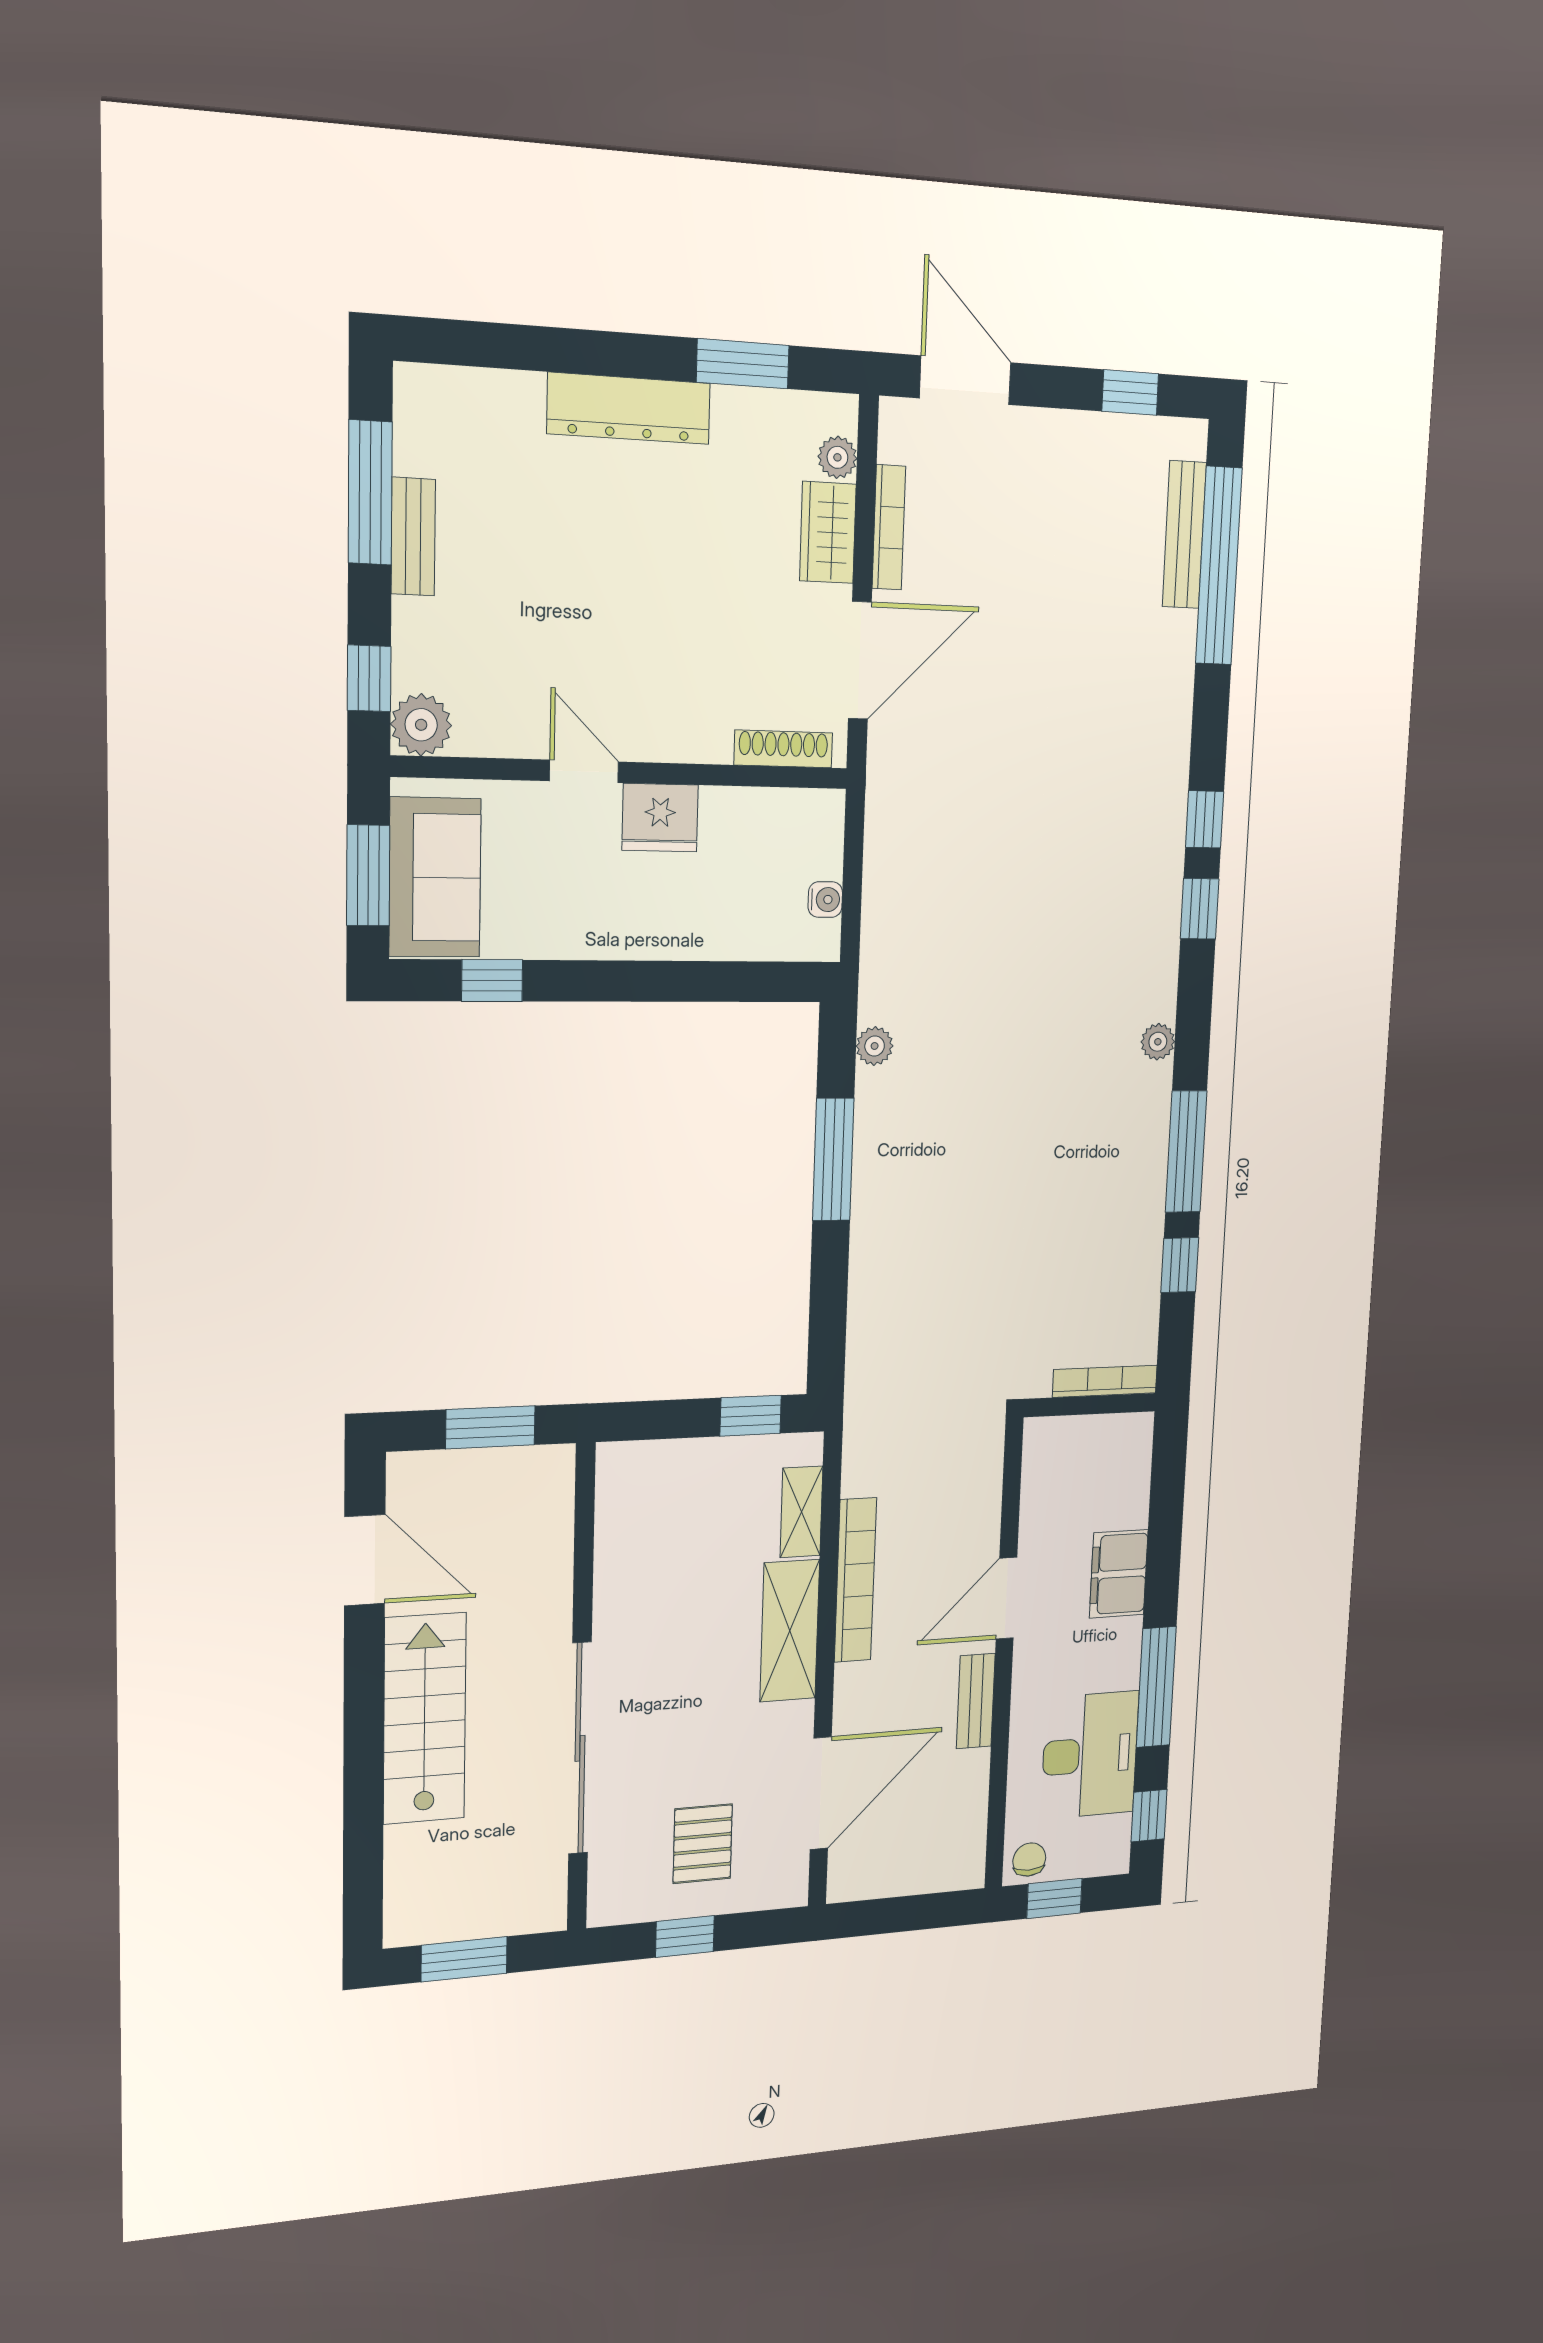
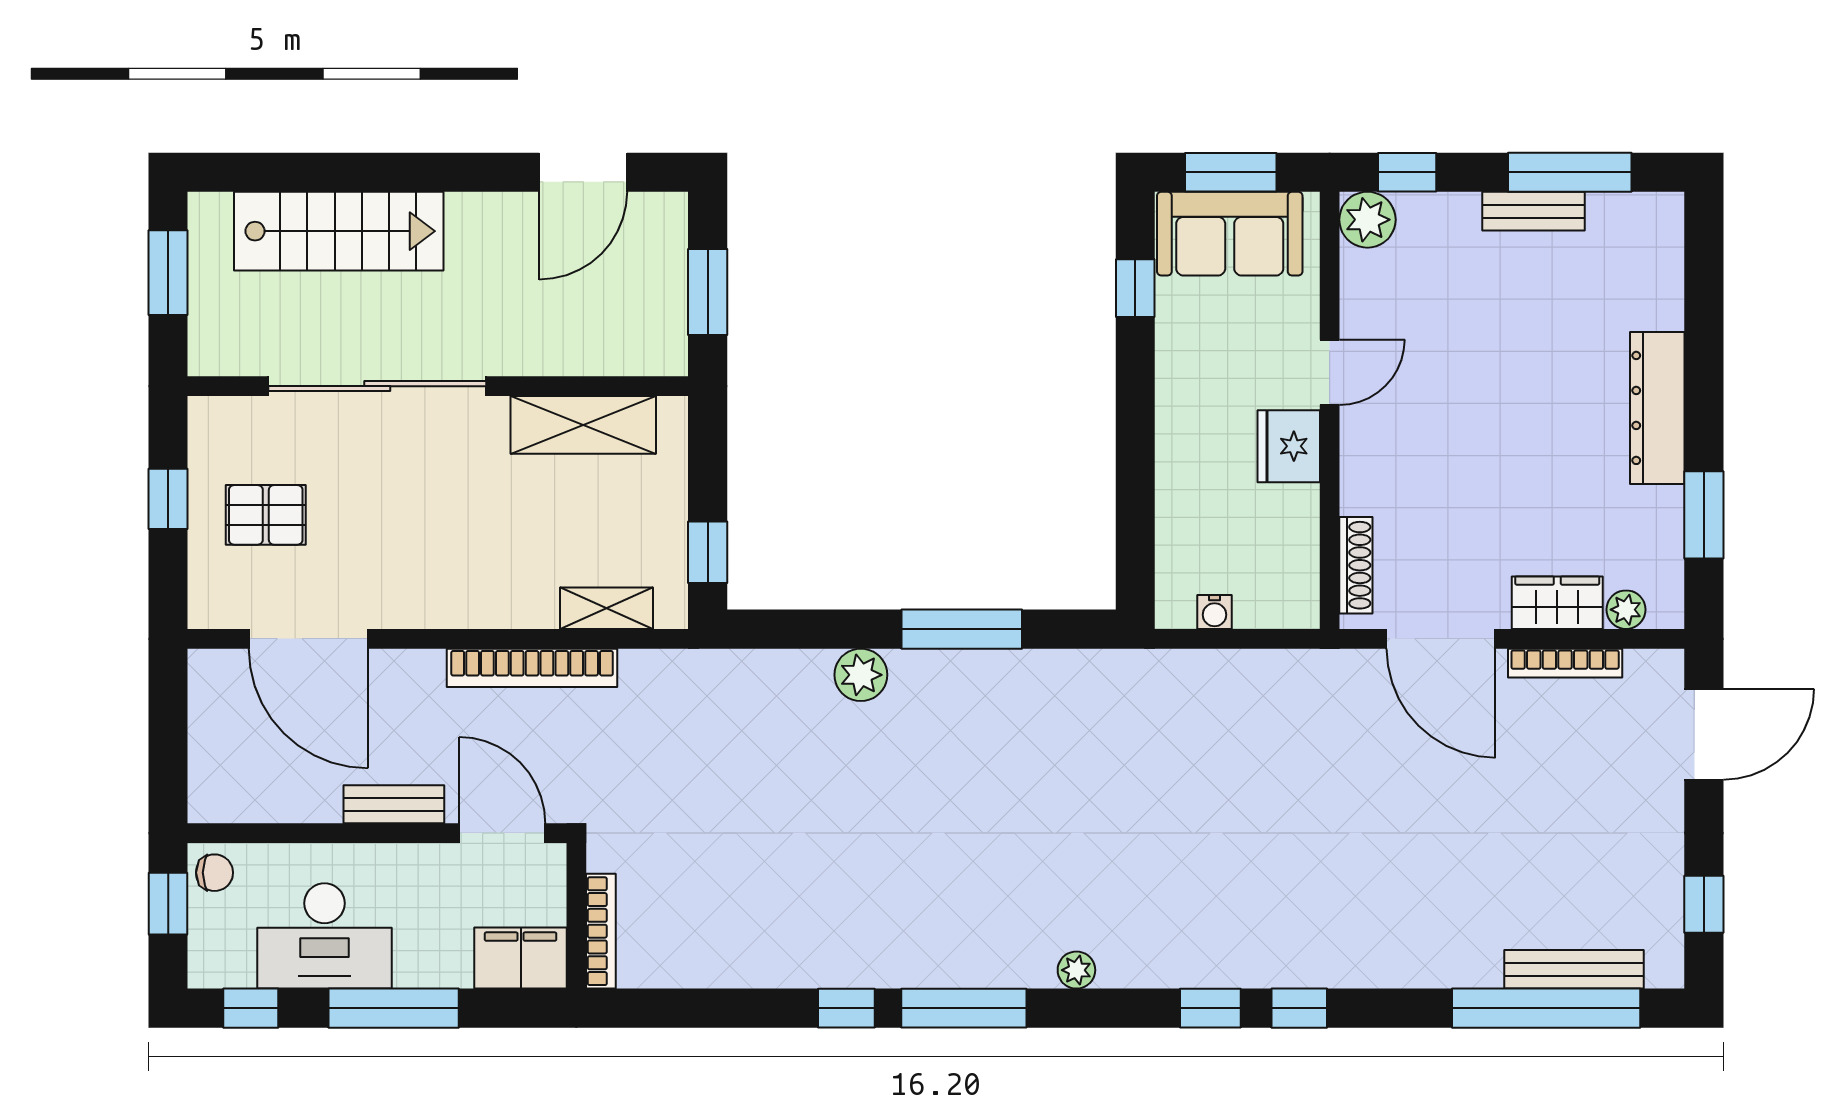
plant: (875, 1046) -> (861, 675), moved, width x1.38, depth x1.38
bookcase: (1105, 1381) -> (601, 931), moved
wall: (1090, 1405) -> (576, 916), moved
shelving: (790, 1631) -> (583, 425), moved
stairs: (425, 1719) -> (339, 231), moved

